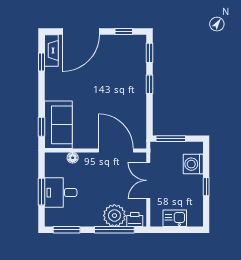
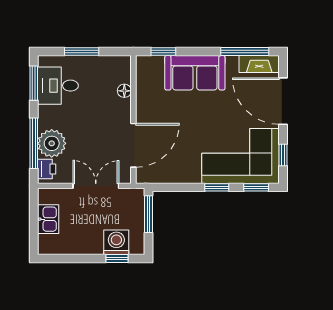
window: (41, 62) -> (245, 52), width x2.17
corner sofa: (124, 65) -> (241, 156), added
sofa: (58, 125) -> (195, 73), moved
window: (206, 187) -> (117, 259), moved
desk: (61, 193) -> (58, 86), moved, turned -90

